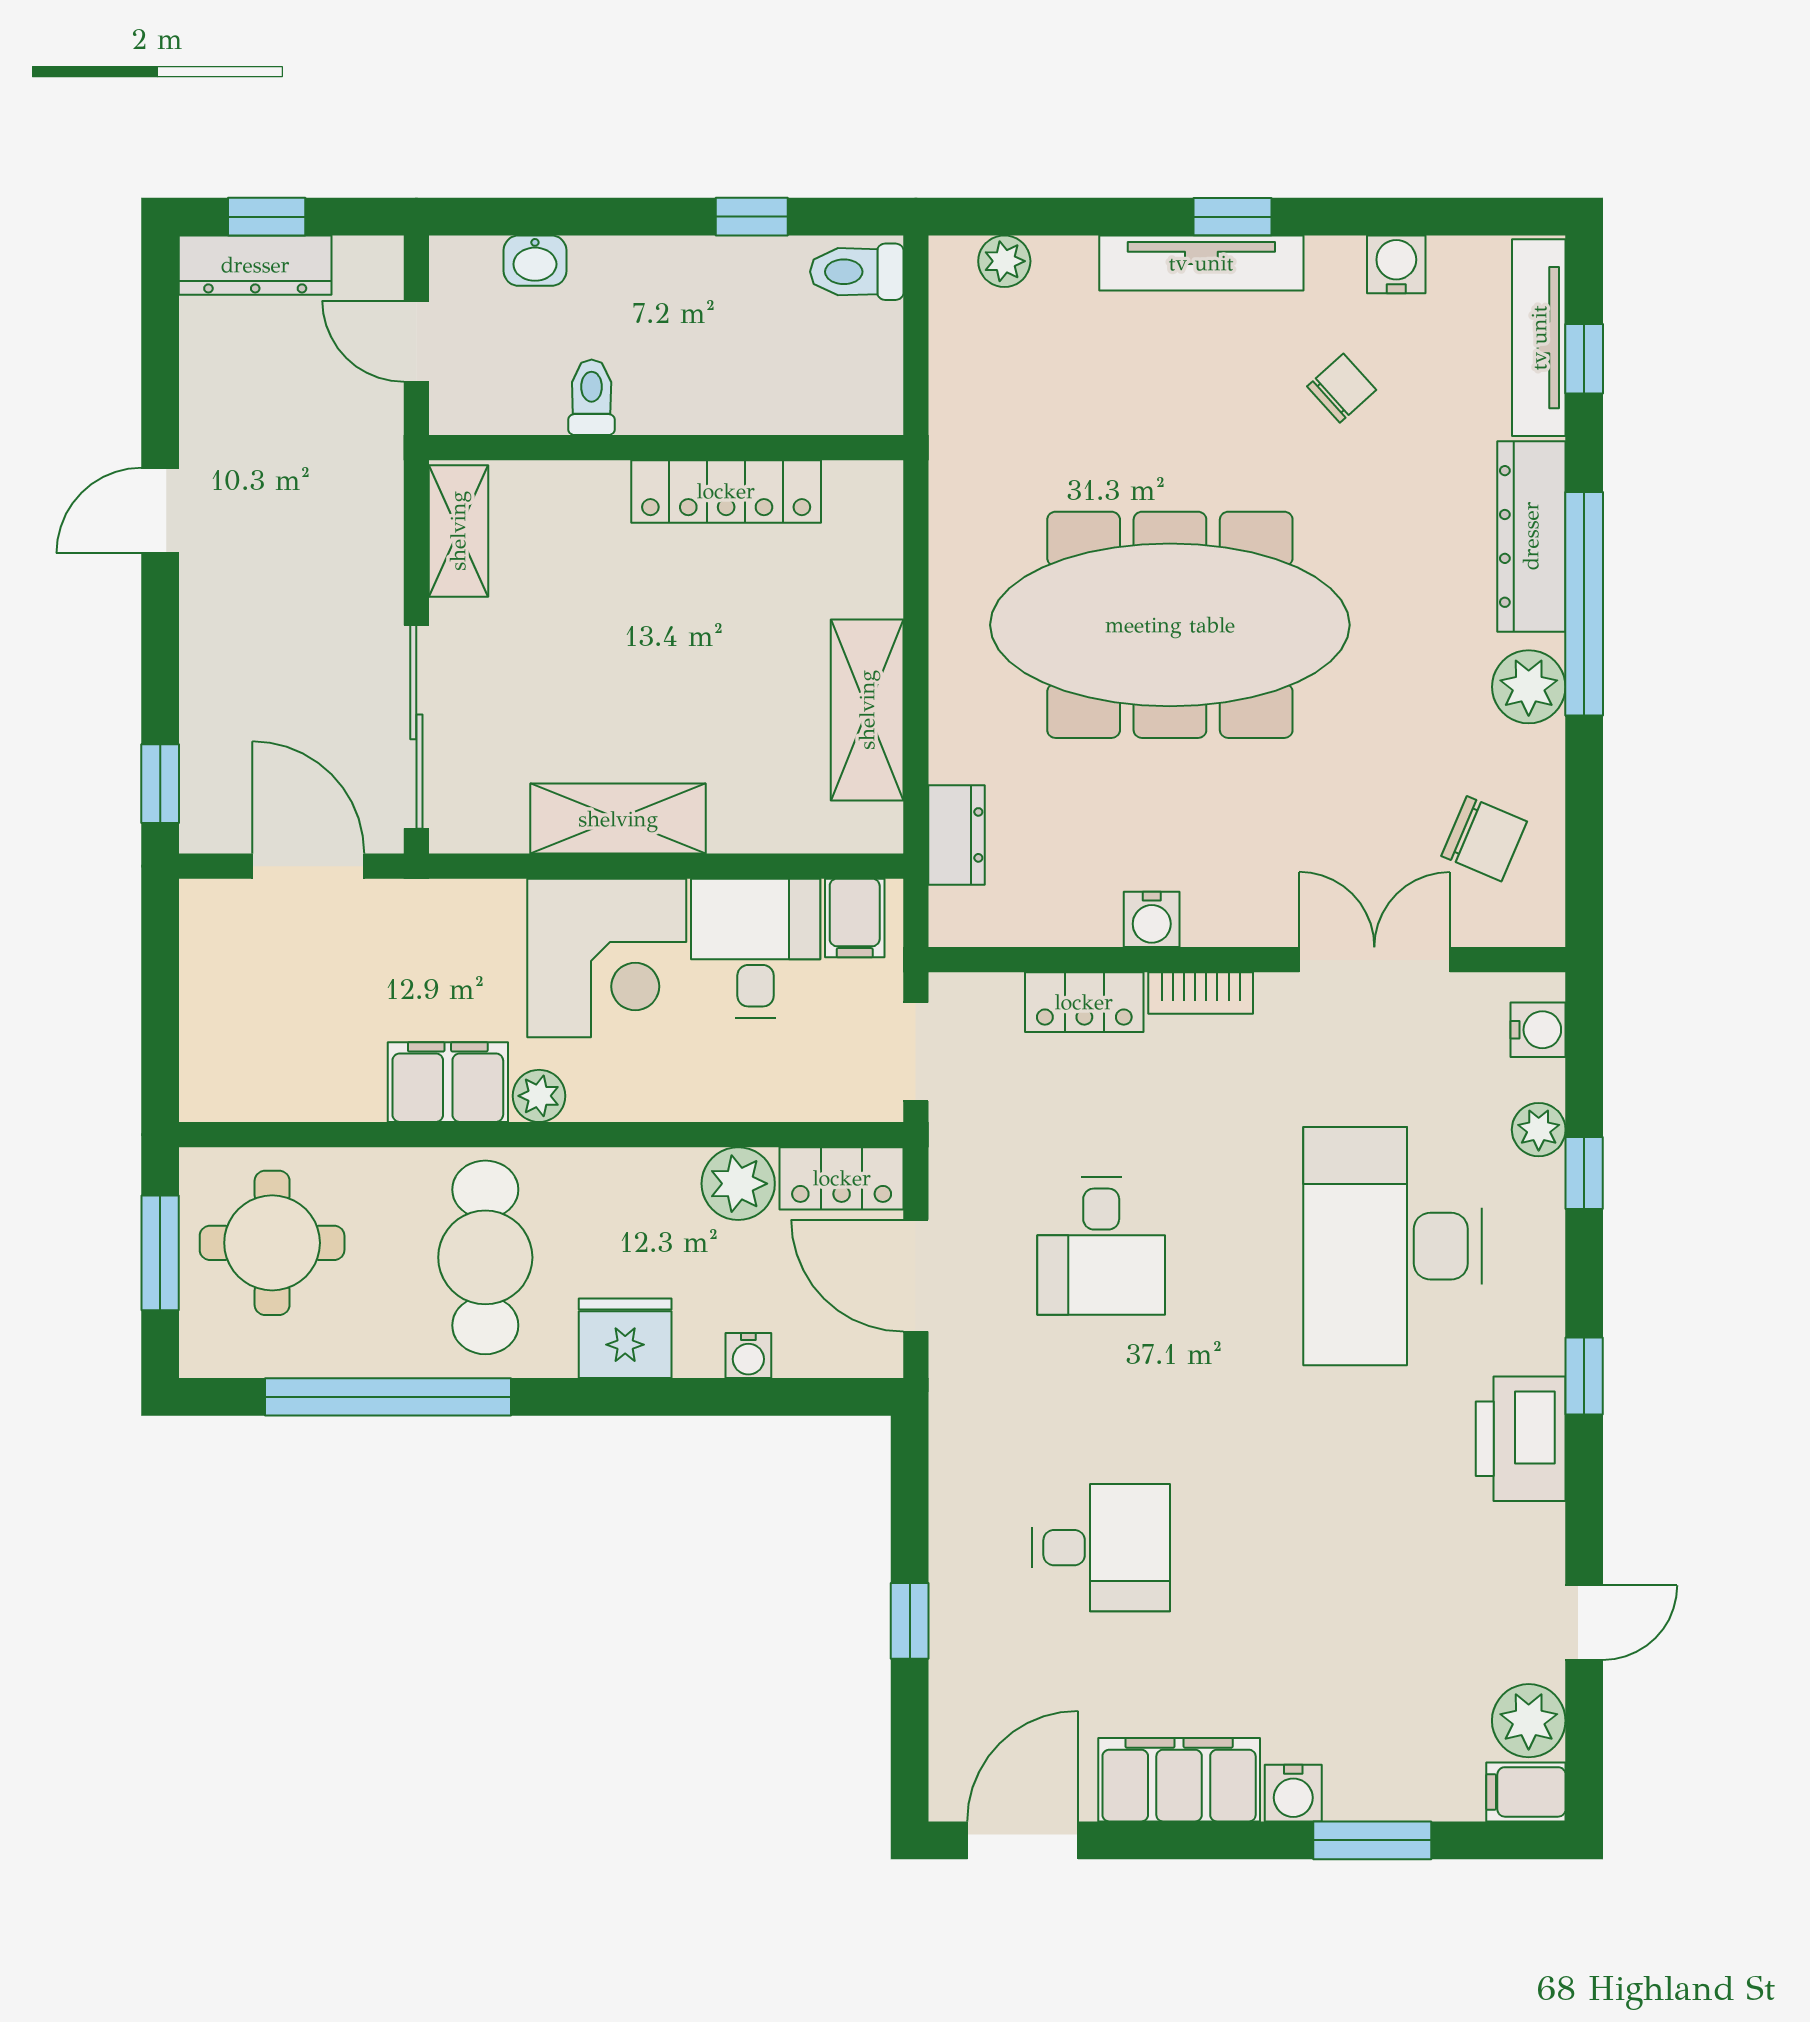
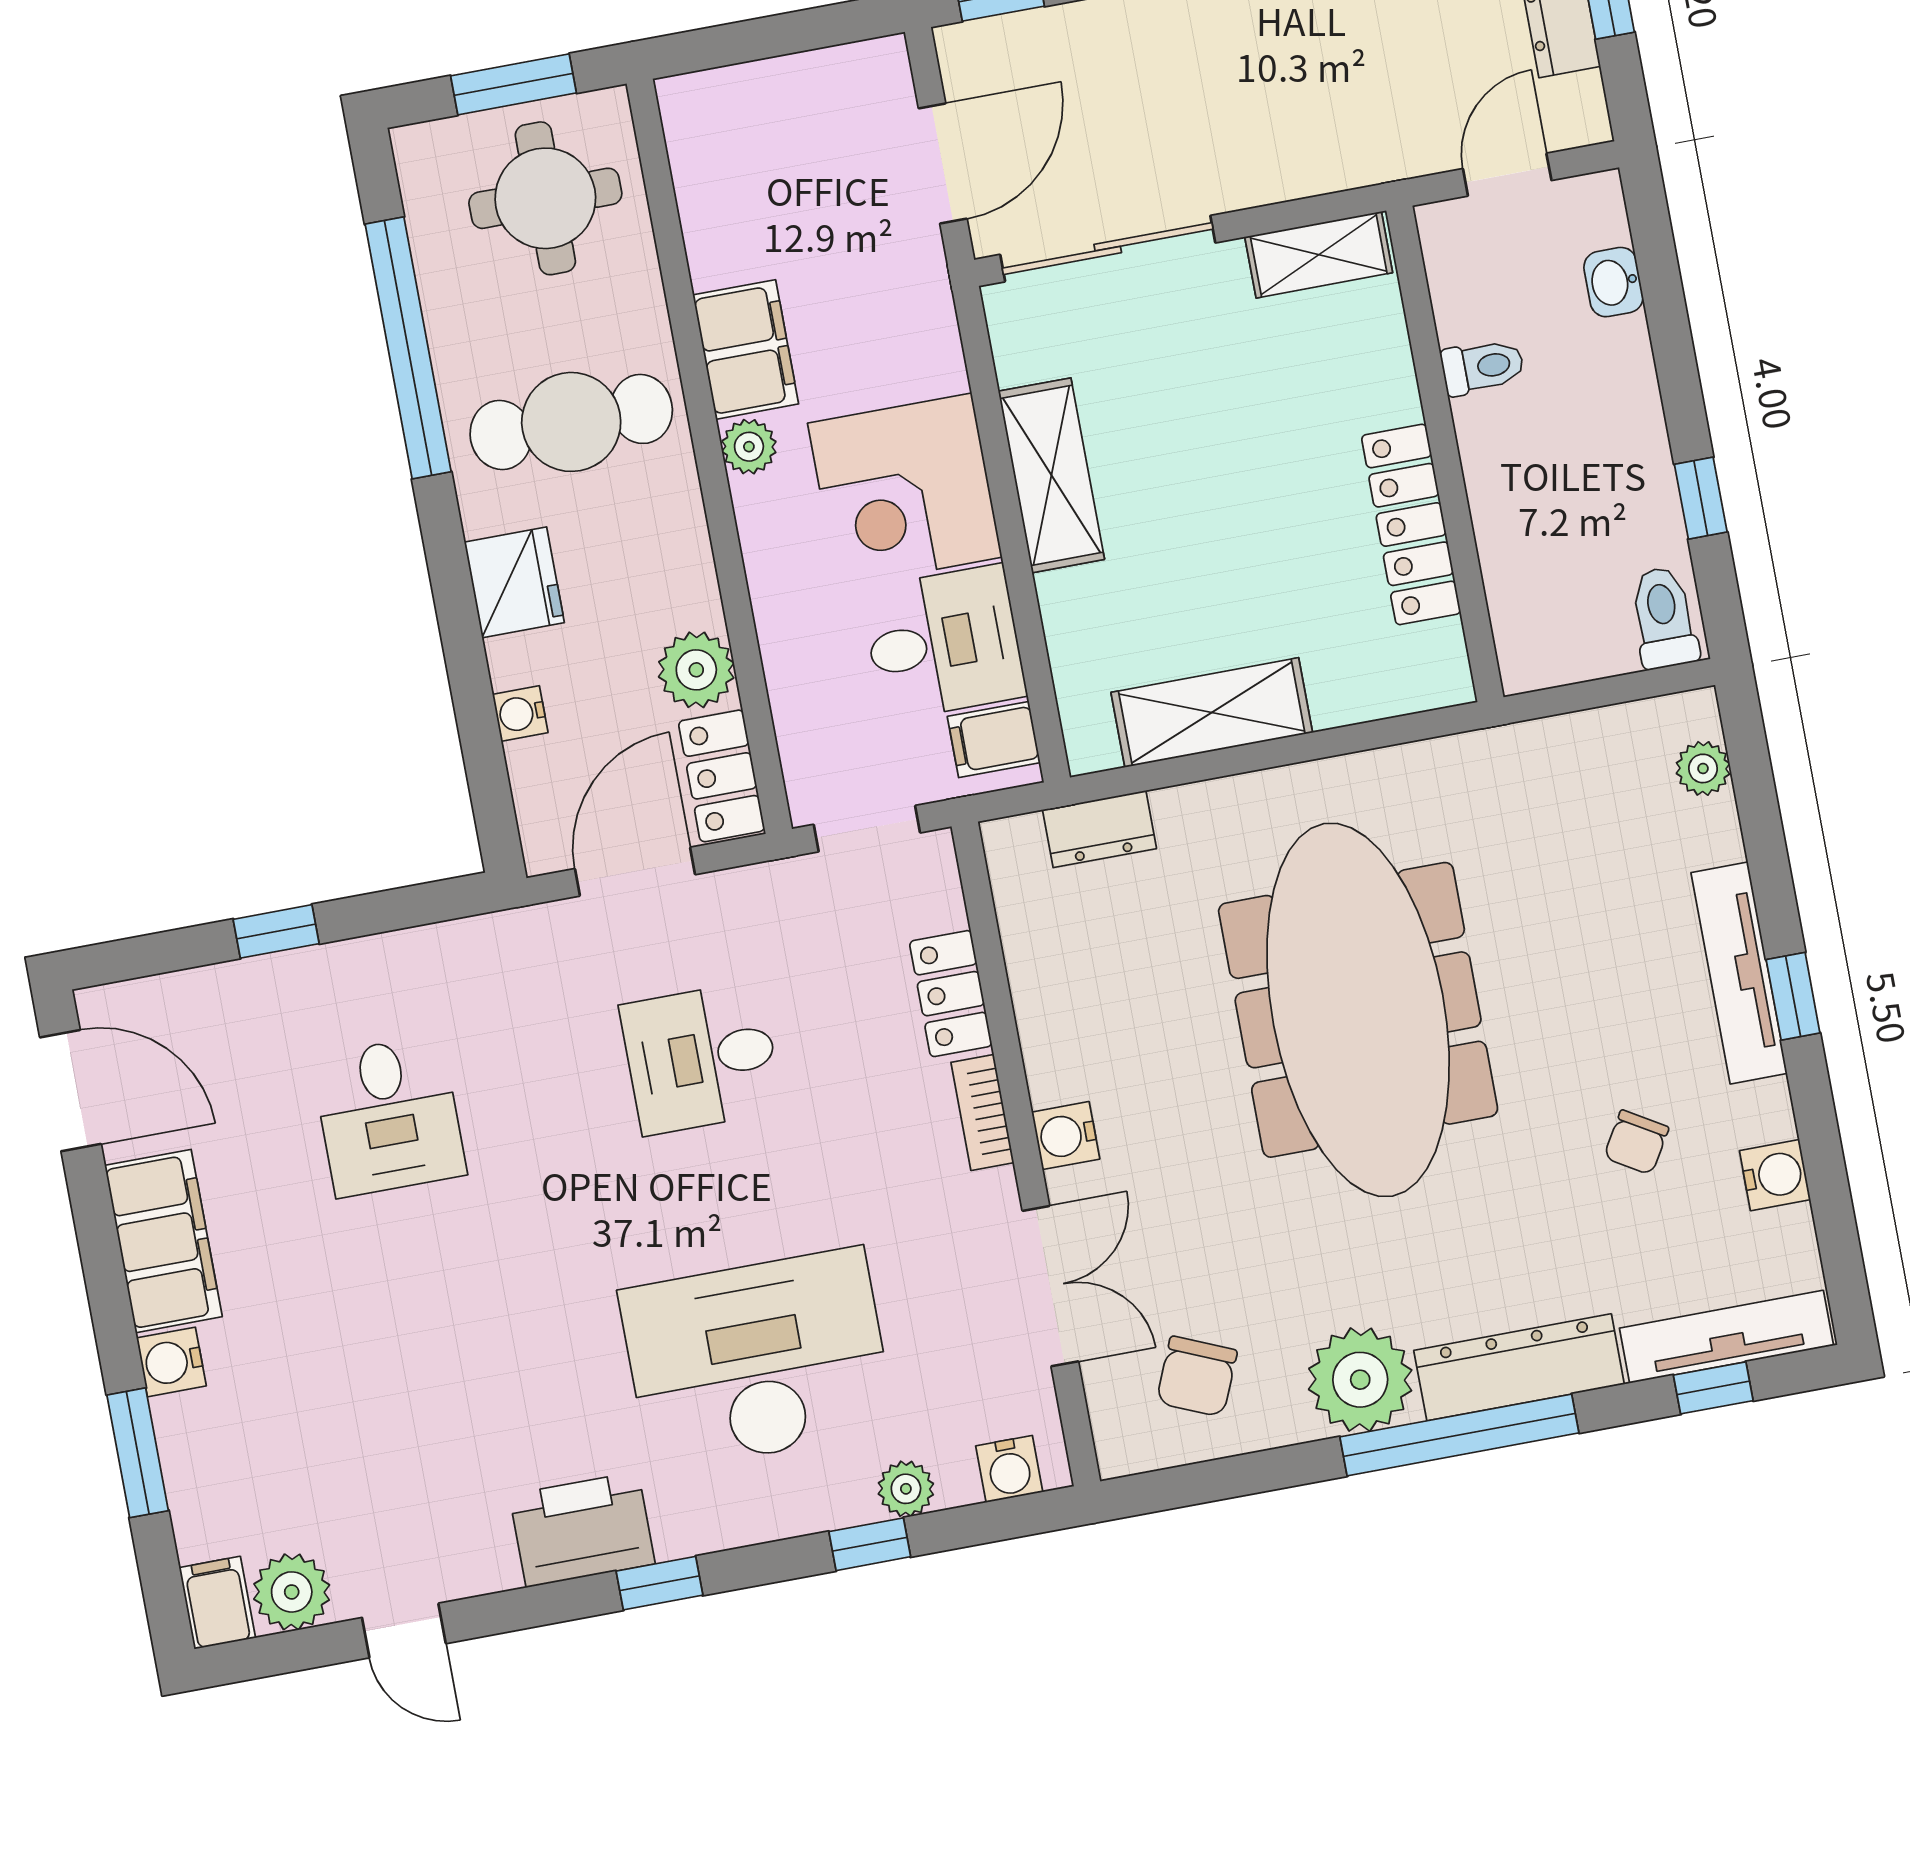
chair: (1342, 388) -> (1636, 1142), turned 73
plant: (1529, 687) -> (1360, 1380), width x1.36, depth x1.36
water cooler: (1152, 919) -> (1066, 1136), moved

